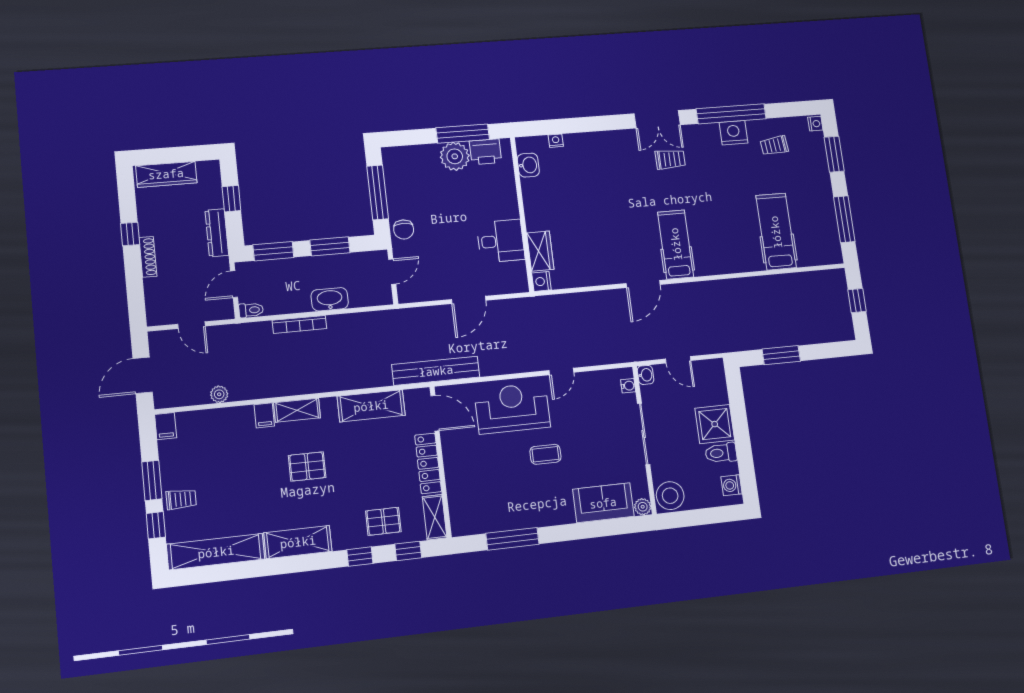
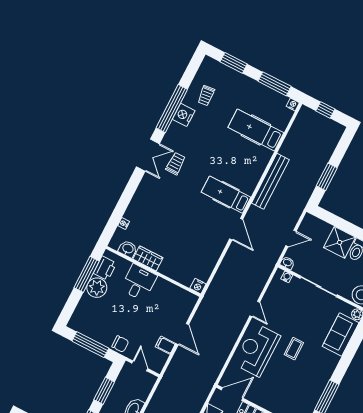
nightstand: (815, 124) -> (293, 105), moved
desk: (501, 241) -> (139, 283), moved
wardrobe: (540, 251) -> (148, 258), moved
filing cabinet: (440, 287) -> (165, 345), added
bench: (436, 371) -> (270, 181), moved

